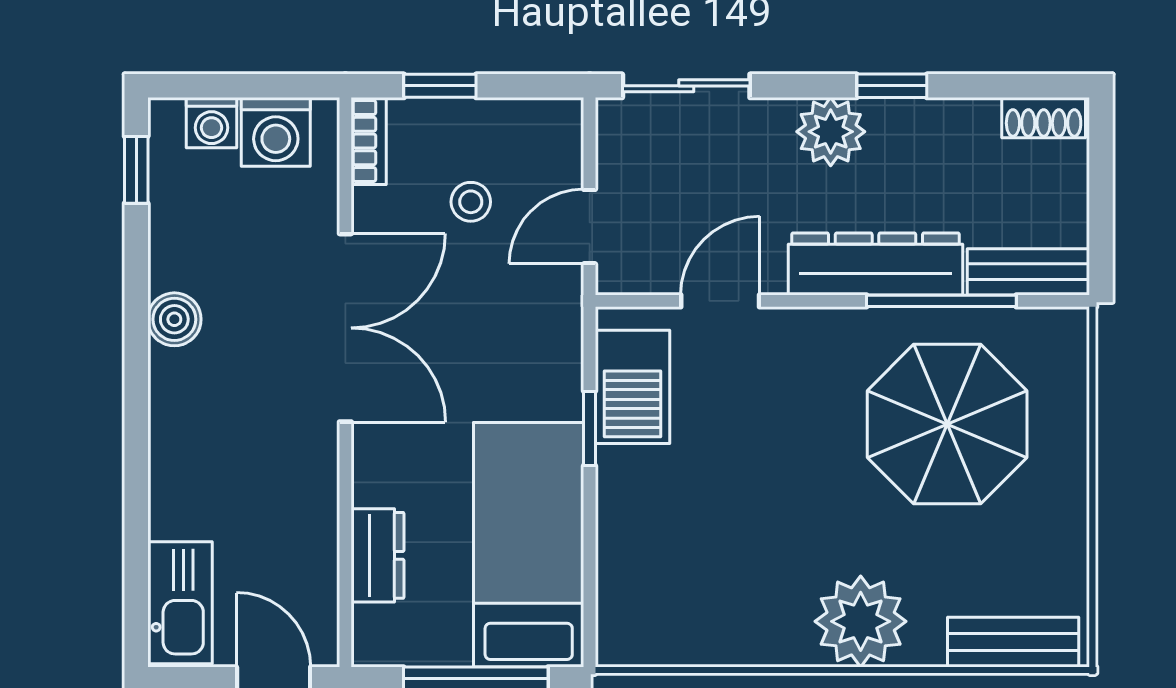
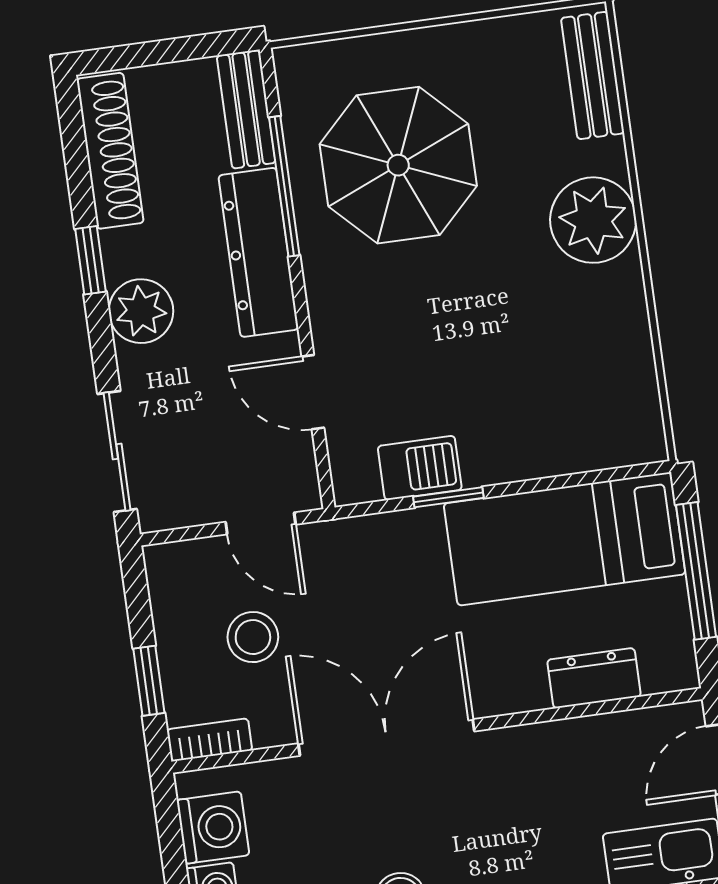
shoe rack: (1044, 118) -> (110, 151), width x1.94, depth x1.24
stool: (471, 202) -> (253, 637), width x1.37, depth x1.37
barbecue: (632, 387) -> (420, 468), width x0.73, depth x0.79

